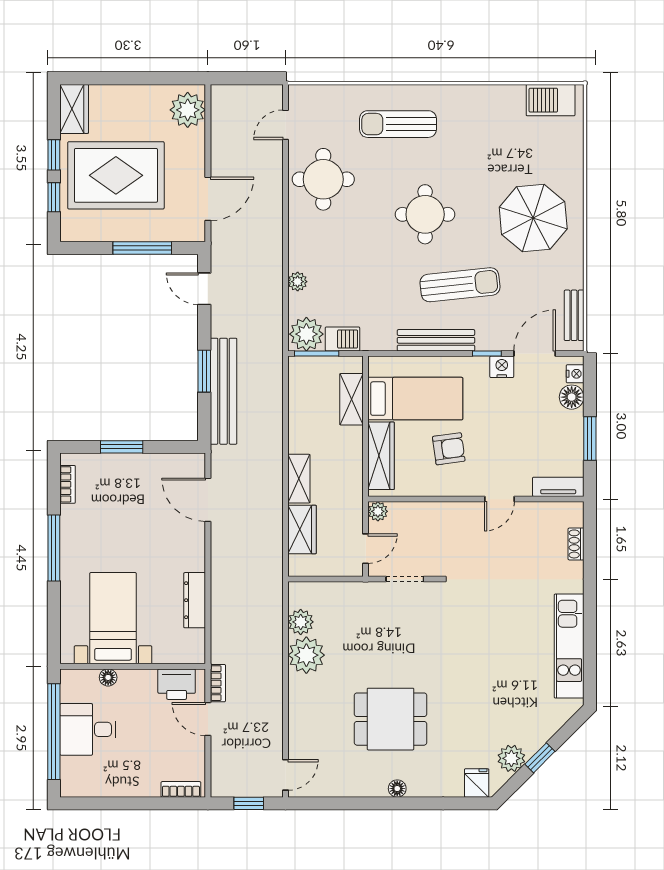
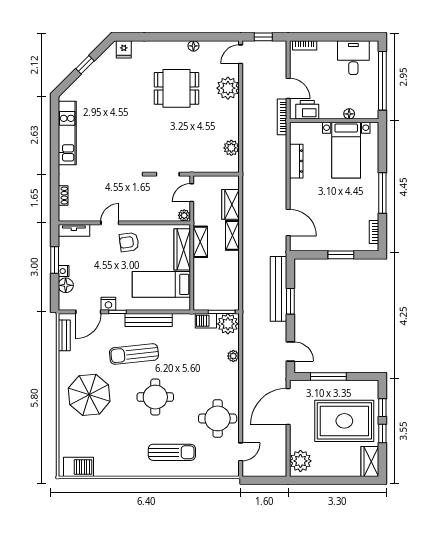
door: (208, 199) -> (288, 406), width x1.36
nightstand: (575, 374) -> (64, 271), moved
shelving: (351, 399) -> (200, 242), moved
armchair: (449, 449) -> (129, 242), moved
plant: (306, 655) -> (228, 88), moved
bookcase: (218, 683) -> (282, 117), width x1.56
desk: (88, 729) -> (353, 58), moved, turned -90
plant: (511, 758) -> (103, 64), removed
floor lamp: (397, 789) -> (193, 46), moved

